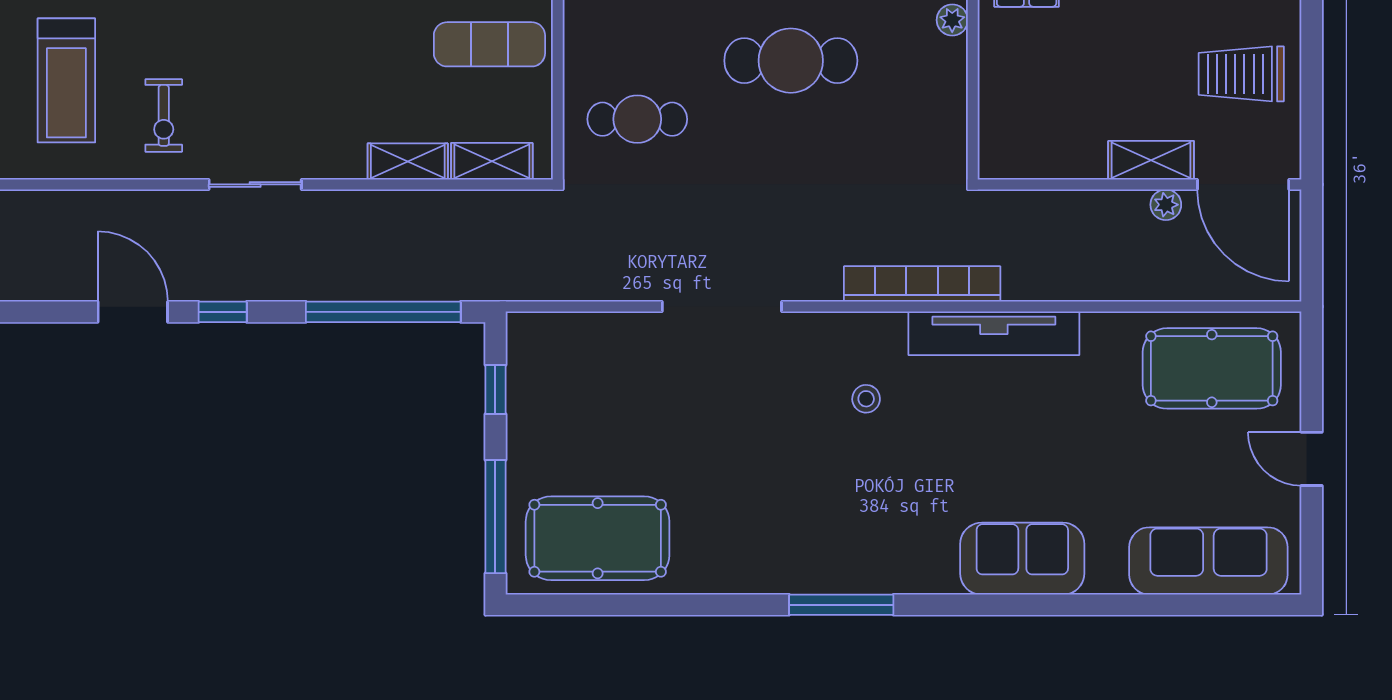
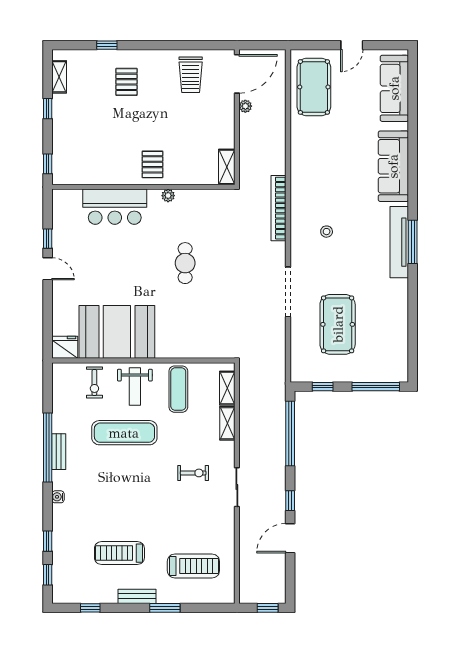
cafe table: (791, 61) -> (185, 263), width x0.73, depth x0.74
exercise bike: (164, 115) -> (193, 473), moved
cafe table: (637, 119) -> (210, 327), removed
shelving: (1151, 160) -> (227, 167), moved
tv unit: (994, 333) -> (399, 242), moved, turned 180
pool table: (598, 538) -> (338, 324), moved
sofa: (1022, 559) -> (393, 166), width x1.36

